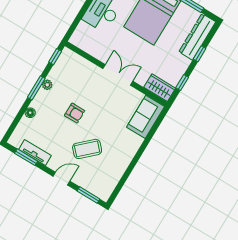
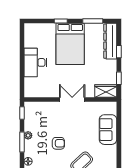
sofa: (145, 117) -> (108, 130), moved

